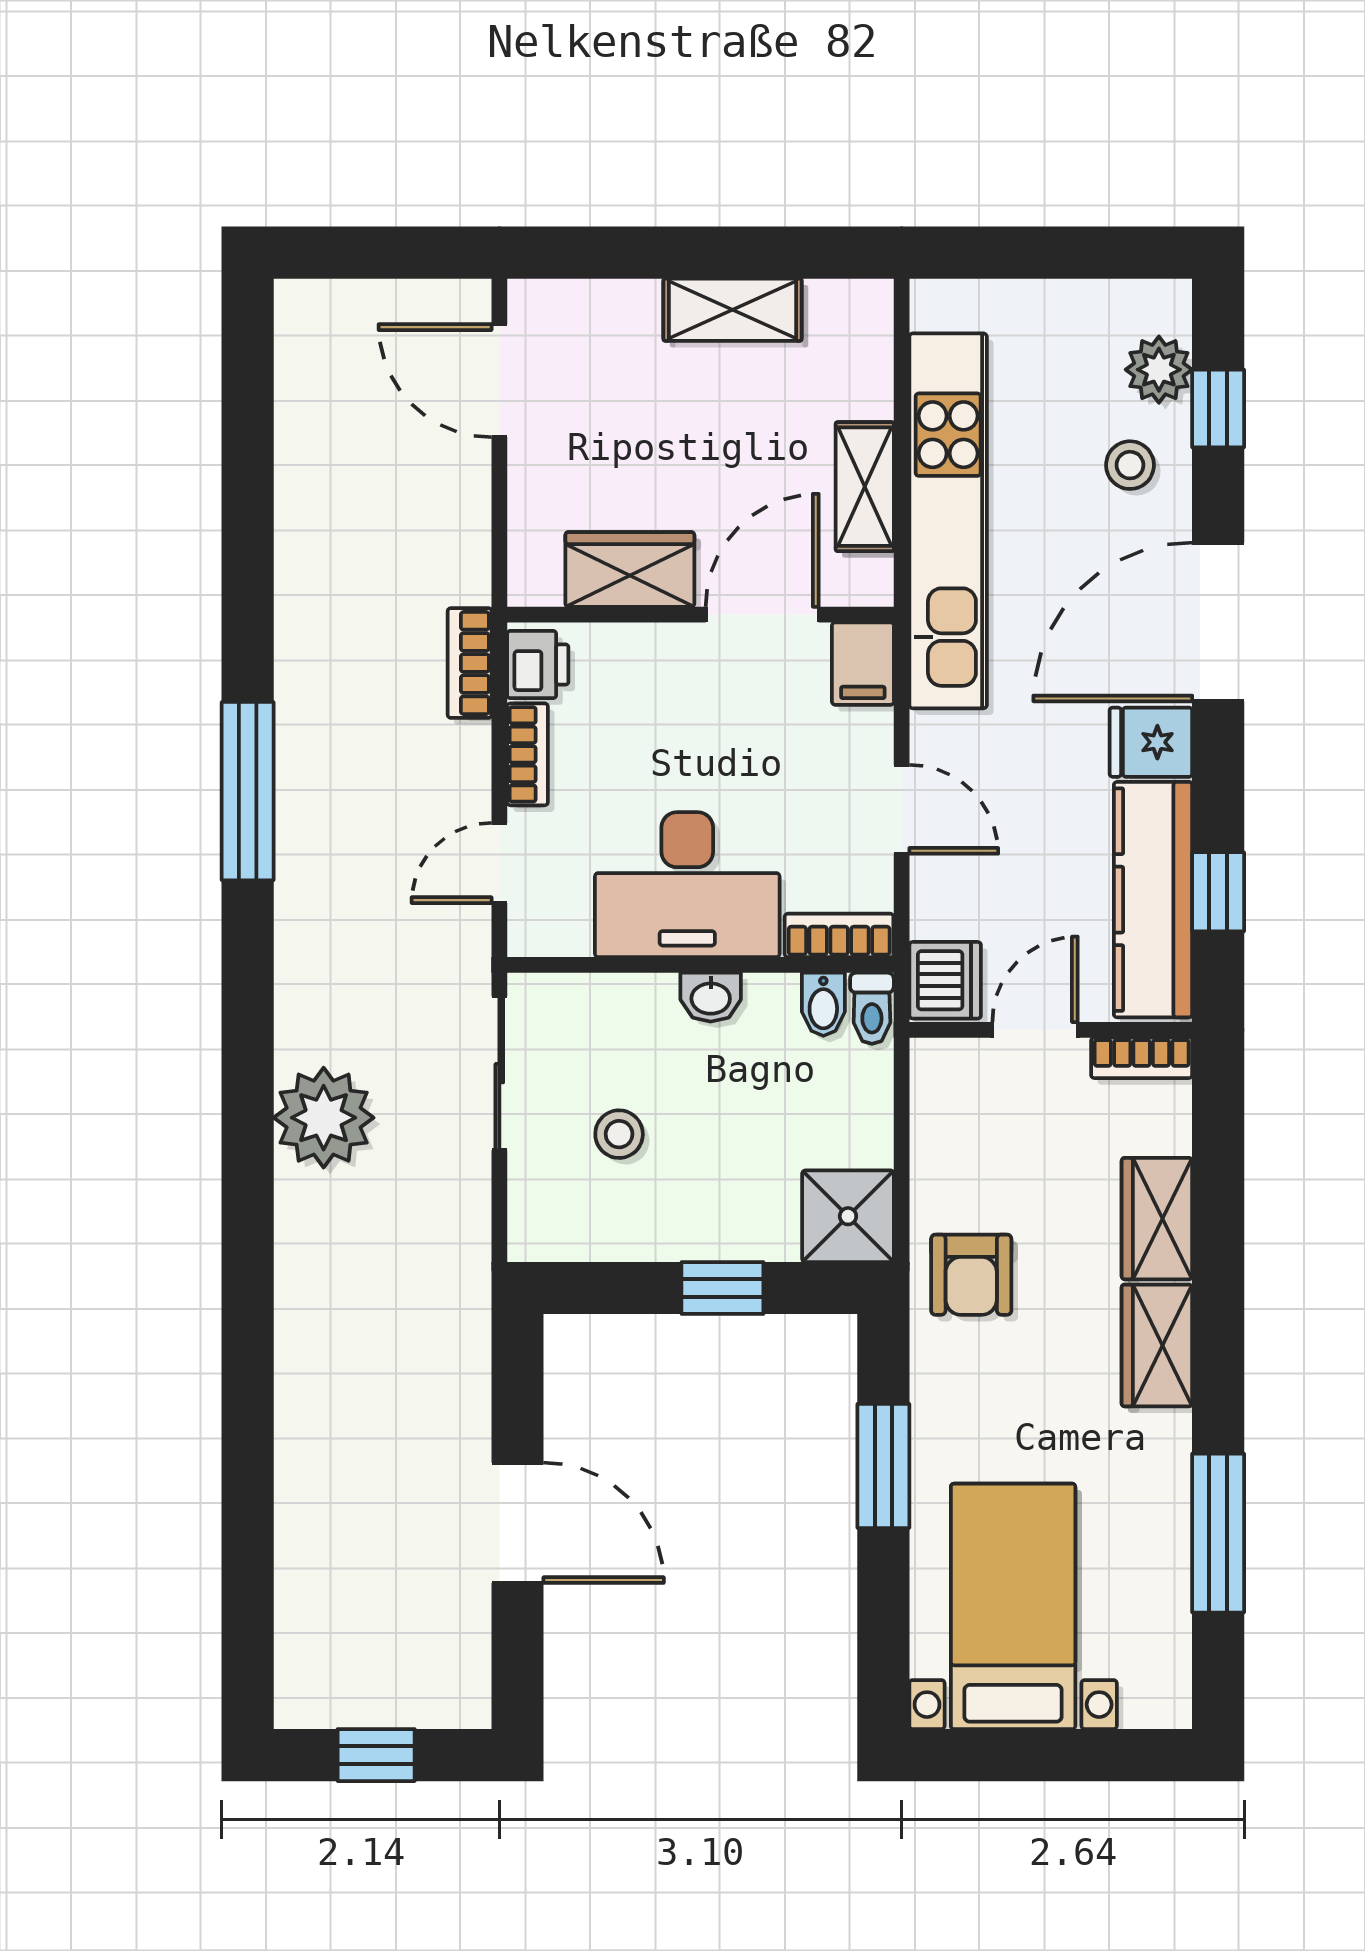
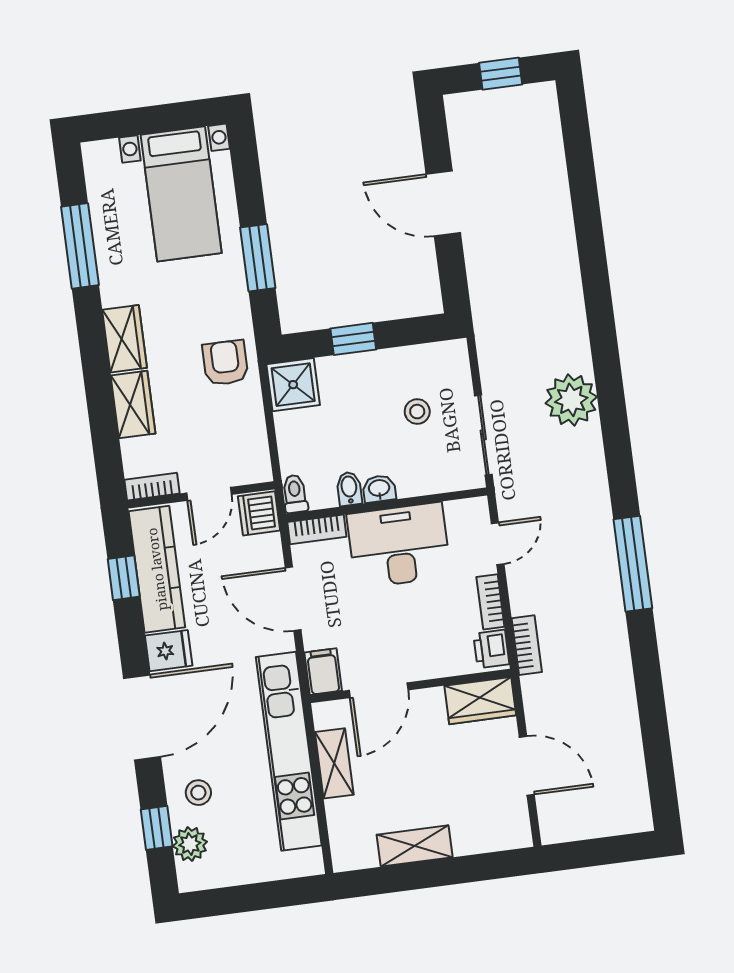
door: (499, 381) -> (527, 766), moved
wardrobe: (630, 569) -> (480, 701), moved
door: (902, 809) -> (293, 599), width x1.37
bidet: (823, 1004) -> (349, 489), moved

